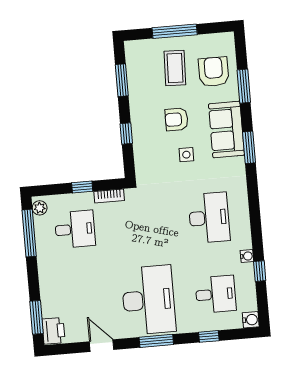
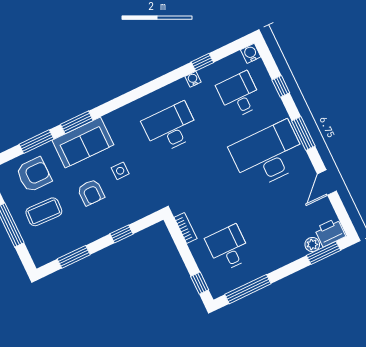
armchair: (214, 72) -> (34, 175), turned 180
window: (249, 147) -> (77, 122), moved
window: (82, 187) -> (200, 283), moved
plant: (40, 208) -> (312, 244), moved

